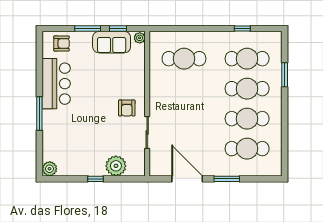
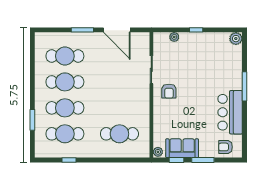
armchair: (127, 108) -> (169, 91), turned 180
plant: (116, 166) -> (174, 37), width x0.53, depth x0.53

